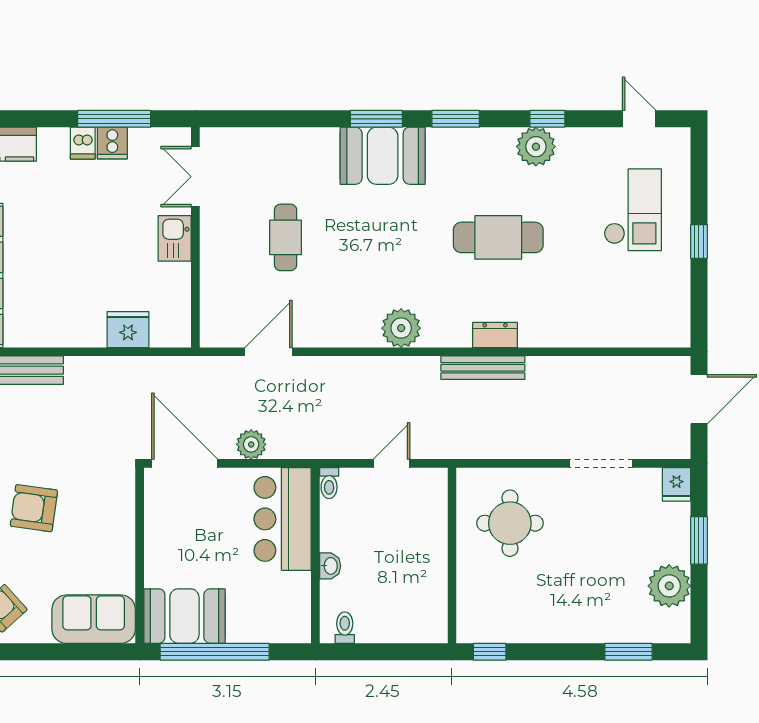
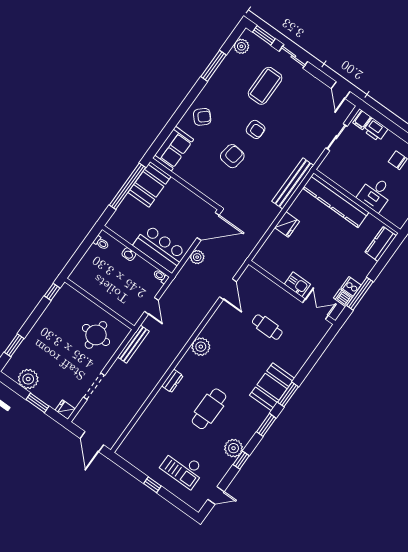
dishwasher: (83, 143) -> (343, 298), moved
fridge: (128, 330) -> (287, 224), moved
bench: (483, 368) -> (133, 344), moved

